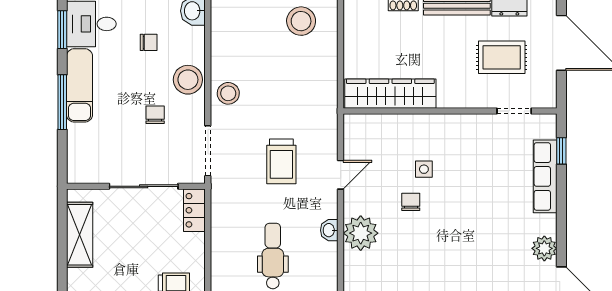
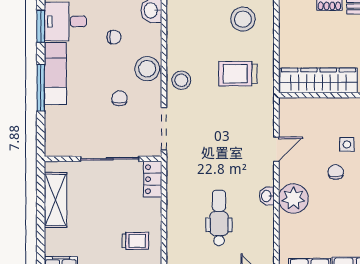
trolley: (281, 161) -> (238, 74), moved, turned 90

